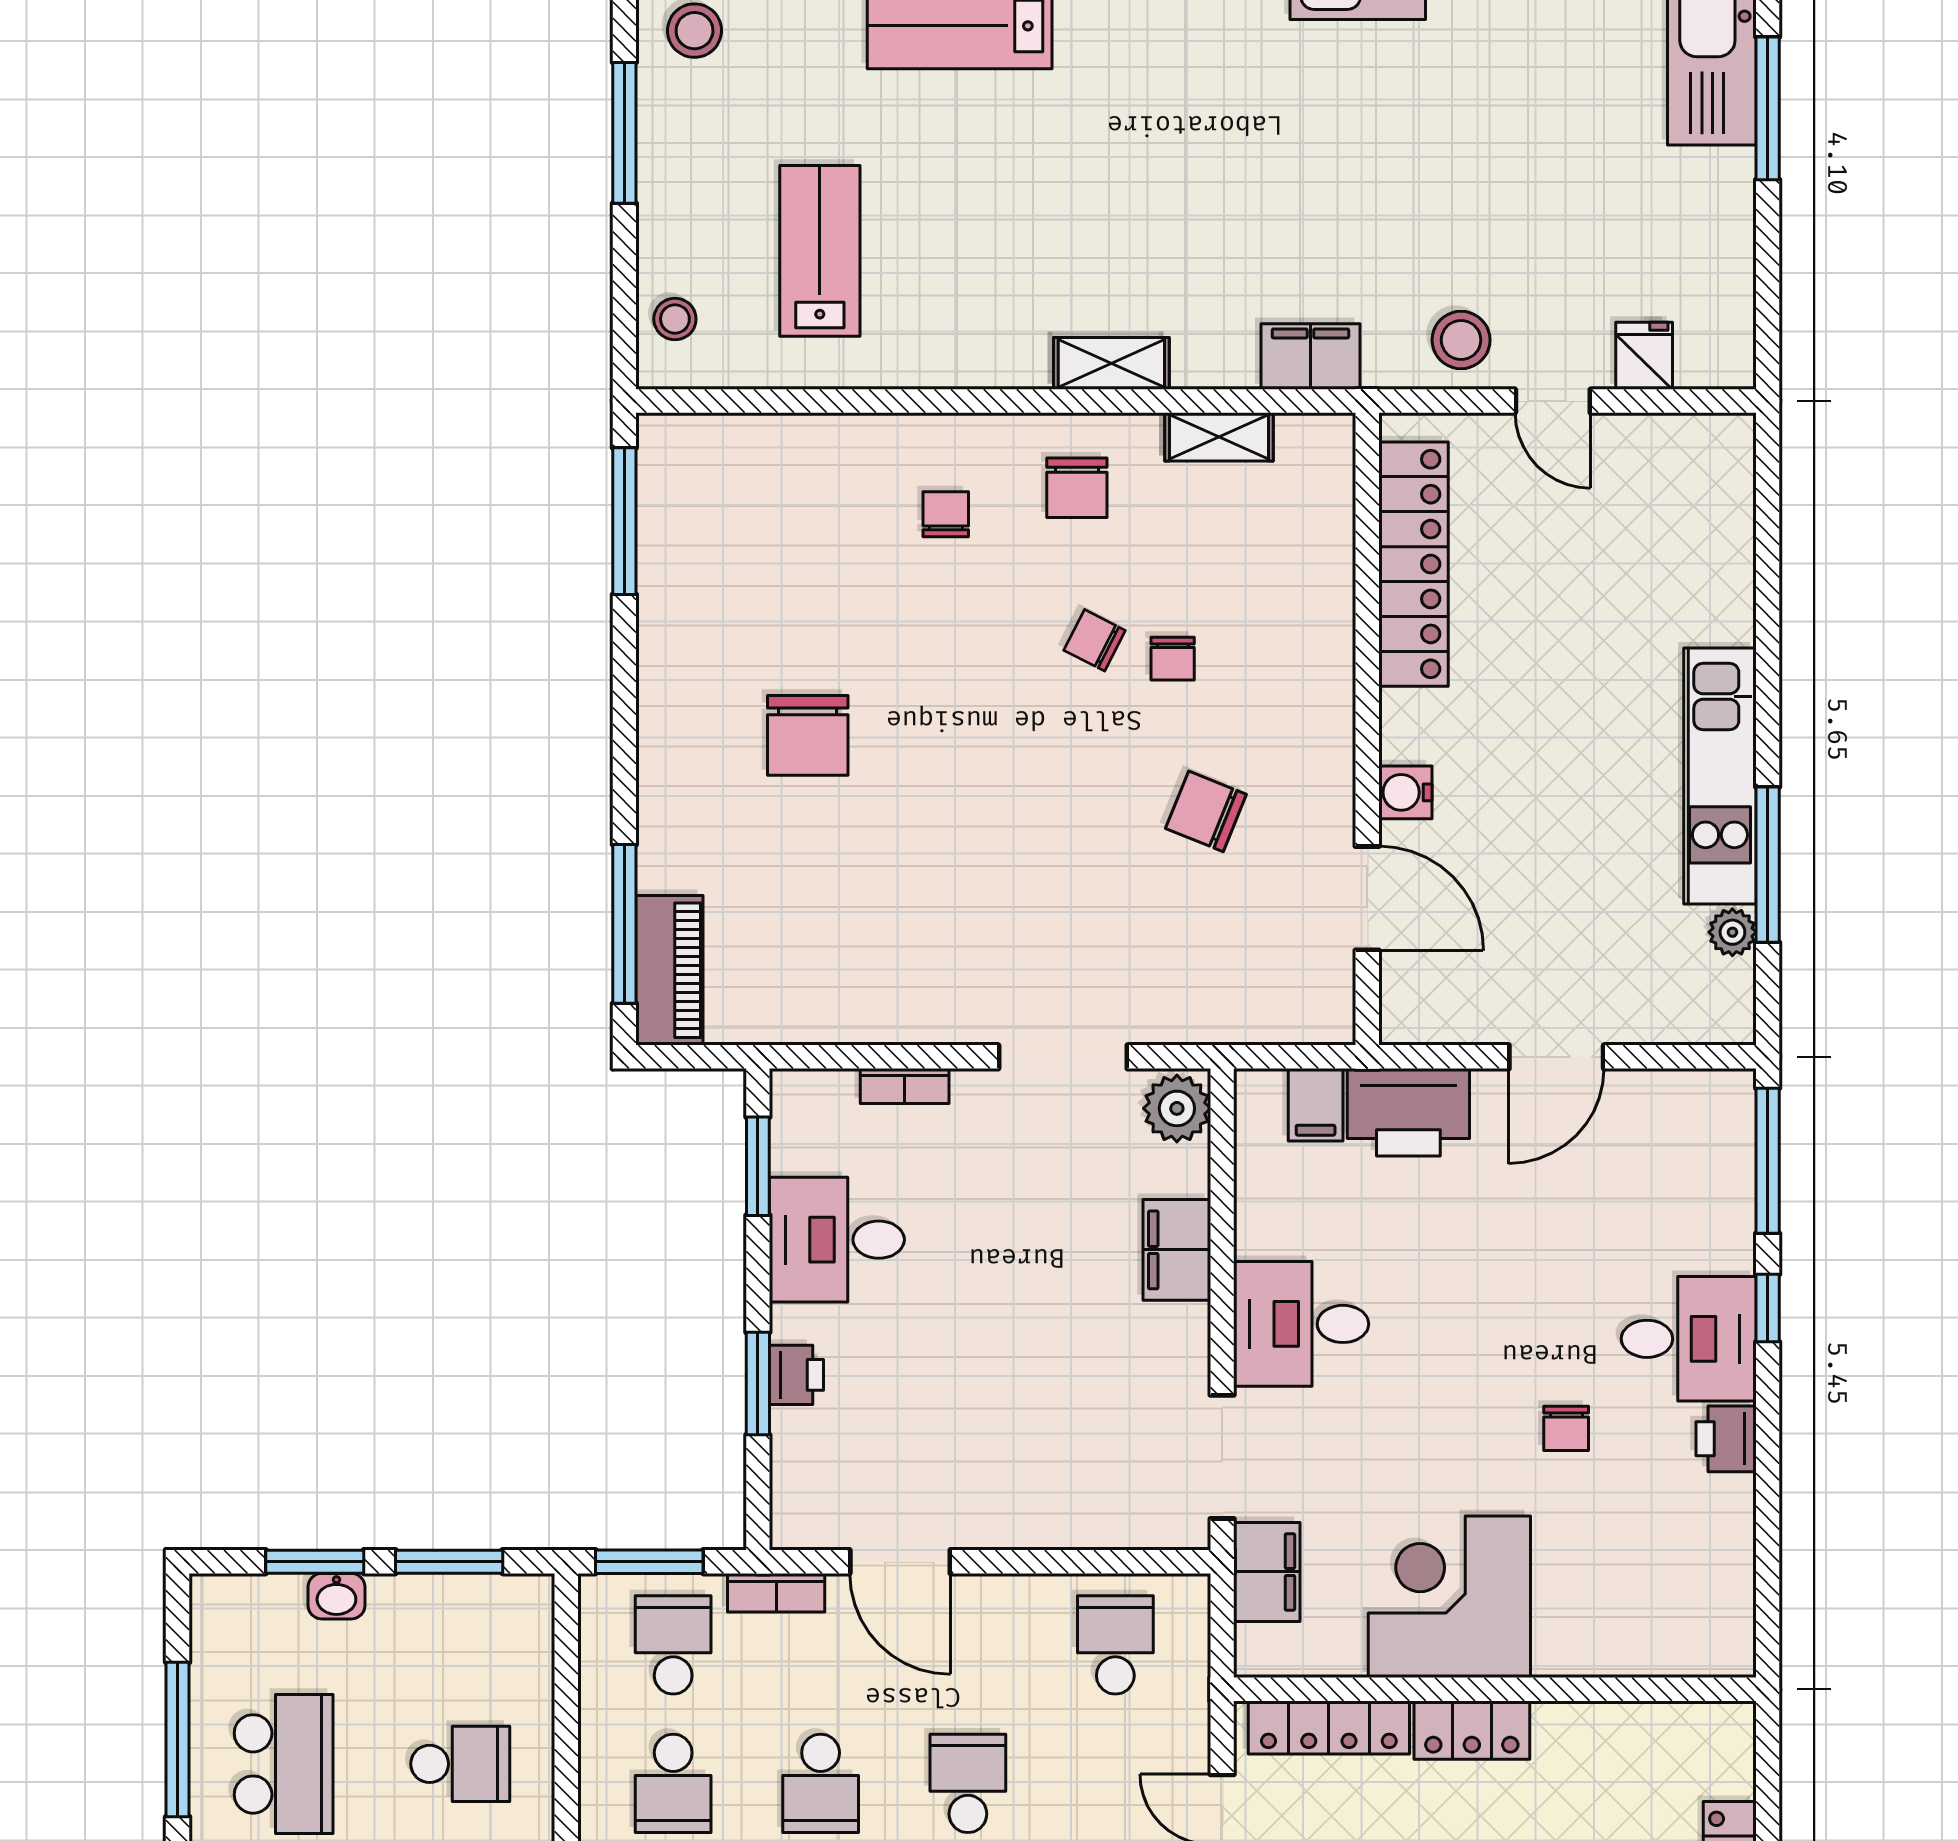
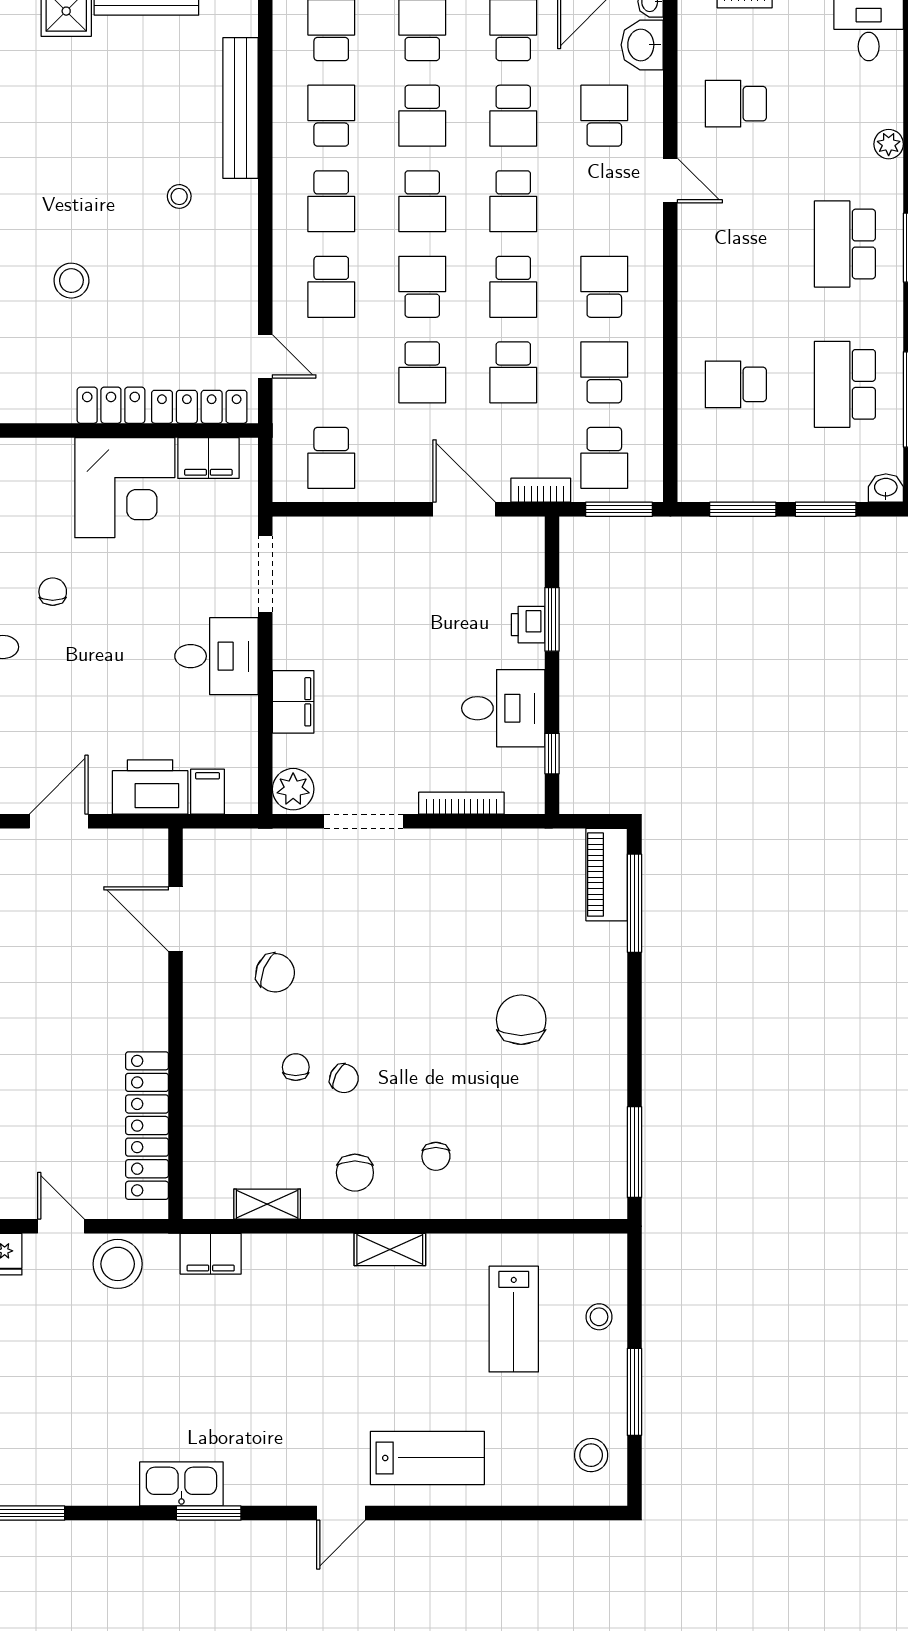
stool: (675, 319) -> (599, 1317), moved
stool: (1461, 340) -> (118, 1264), width x1.38, depth x1.38
shelving: (1111, 363) -> (390, 1250), moved
chair: (1077, 488) -> (355, 1173), turned 180
water cooler: (1405, 792) -> (152, 985), removed
bookcase: (905, 1086) -> (461, 803), width x1.56
window: (758, 1166) -> (552, 754), width x0.67
filing cabinet: (1267, 1572) -> (208, 458), moved, turned -90
washbasin: (336, 1596) -> (886, 488), moved
school desk: (821, 1783) -> (513, 372), turned 180

